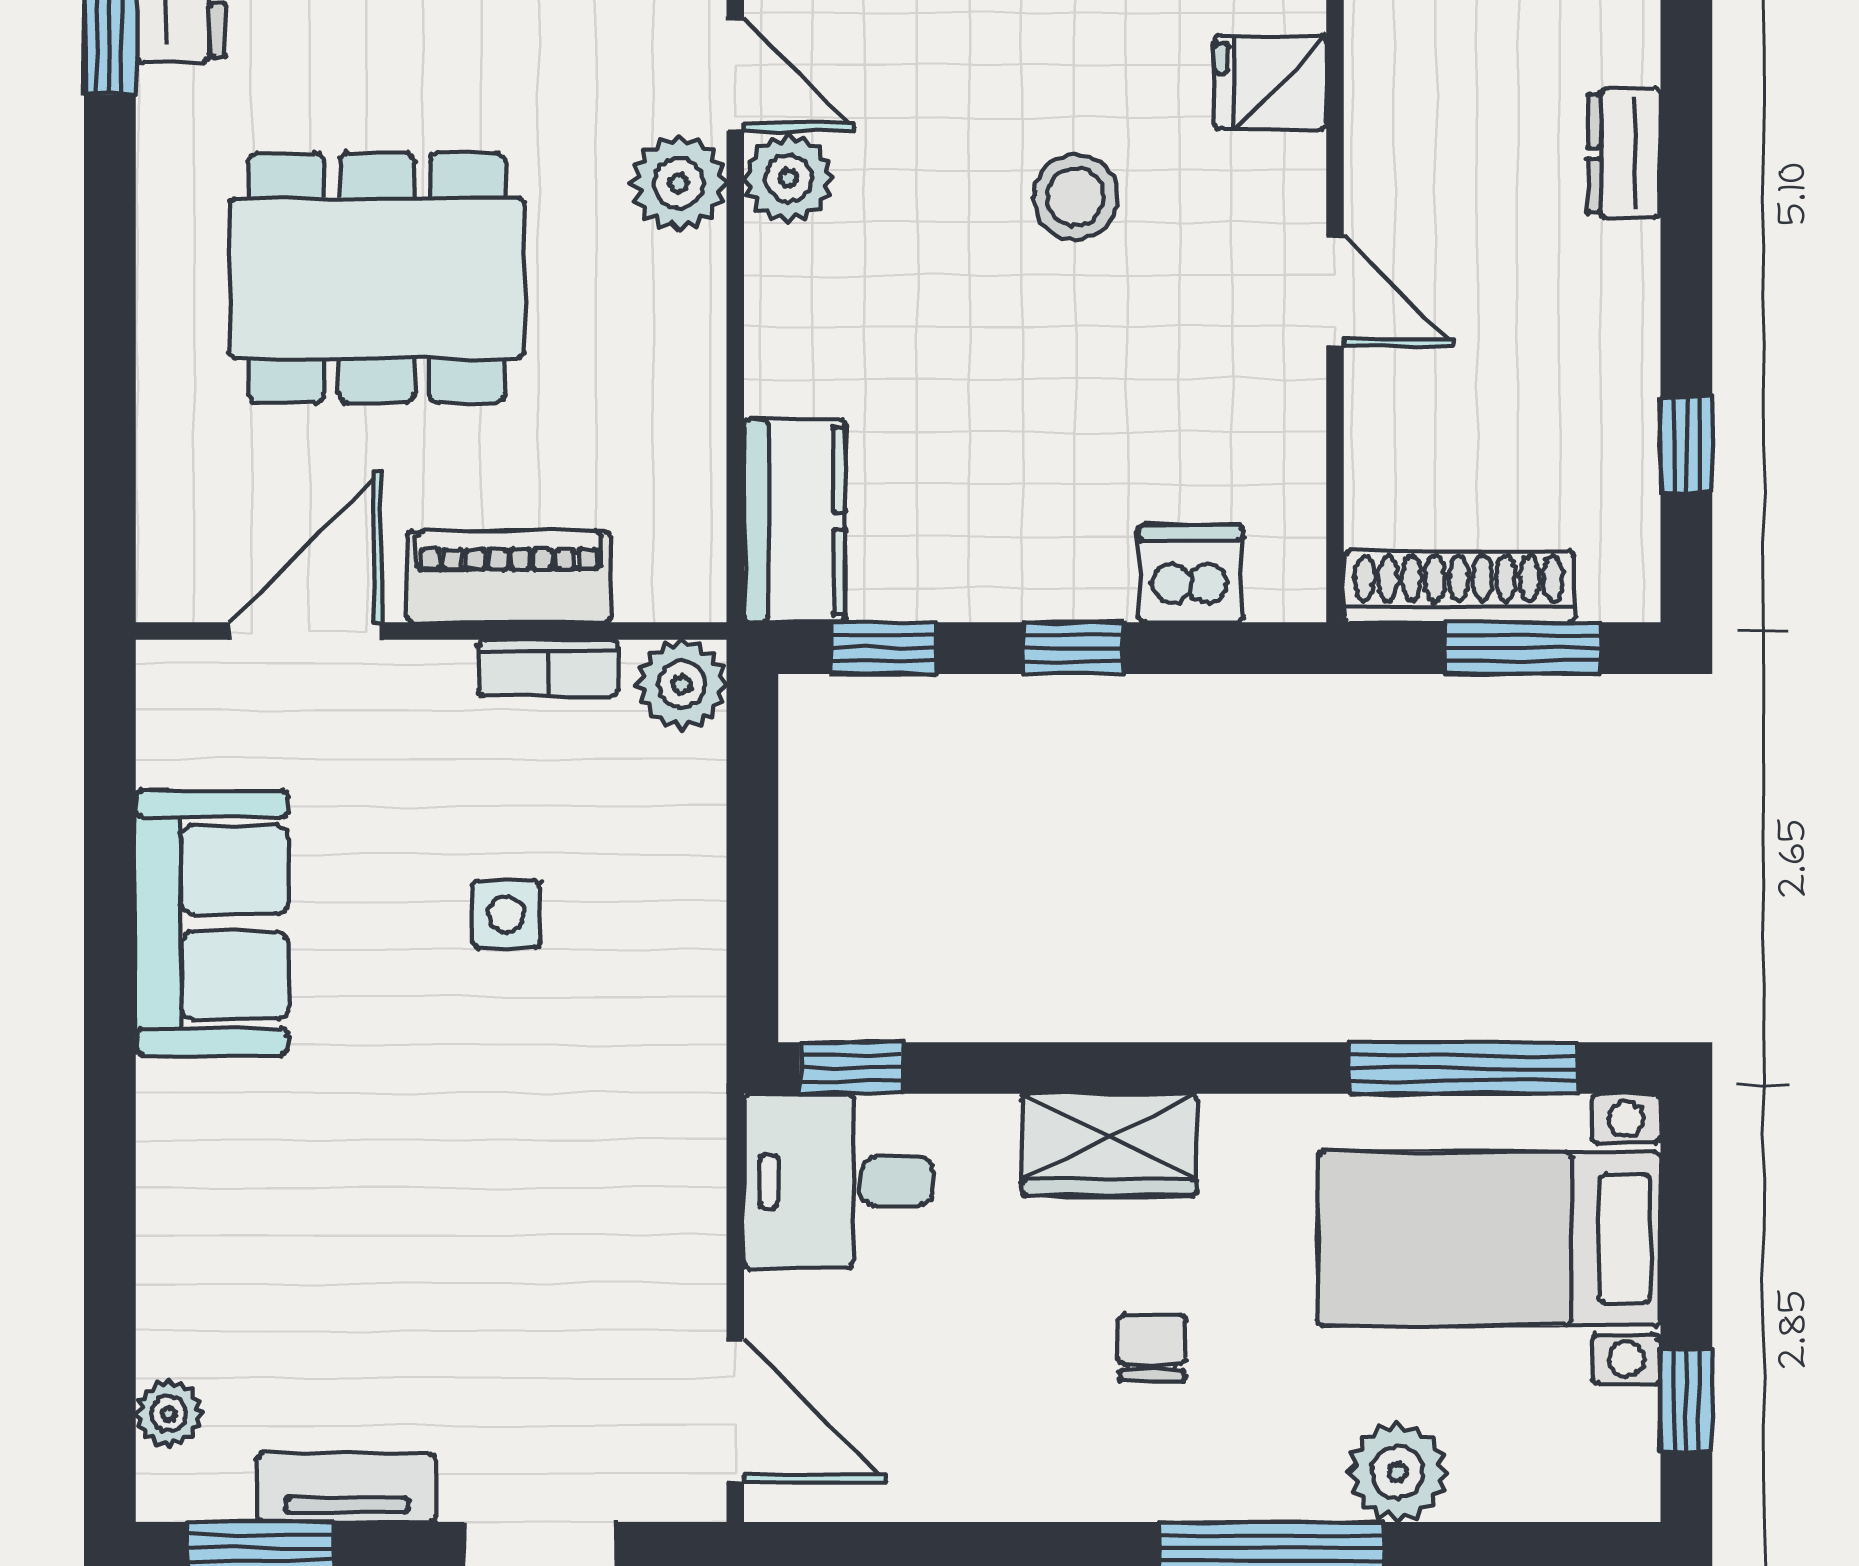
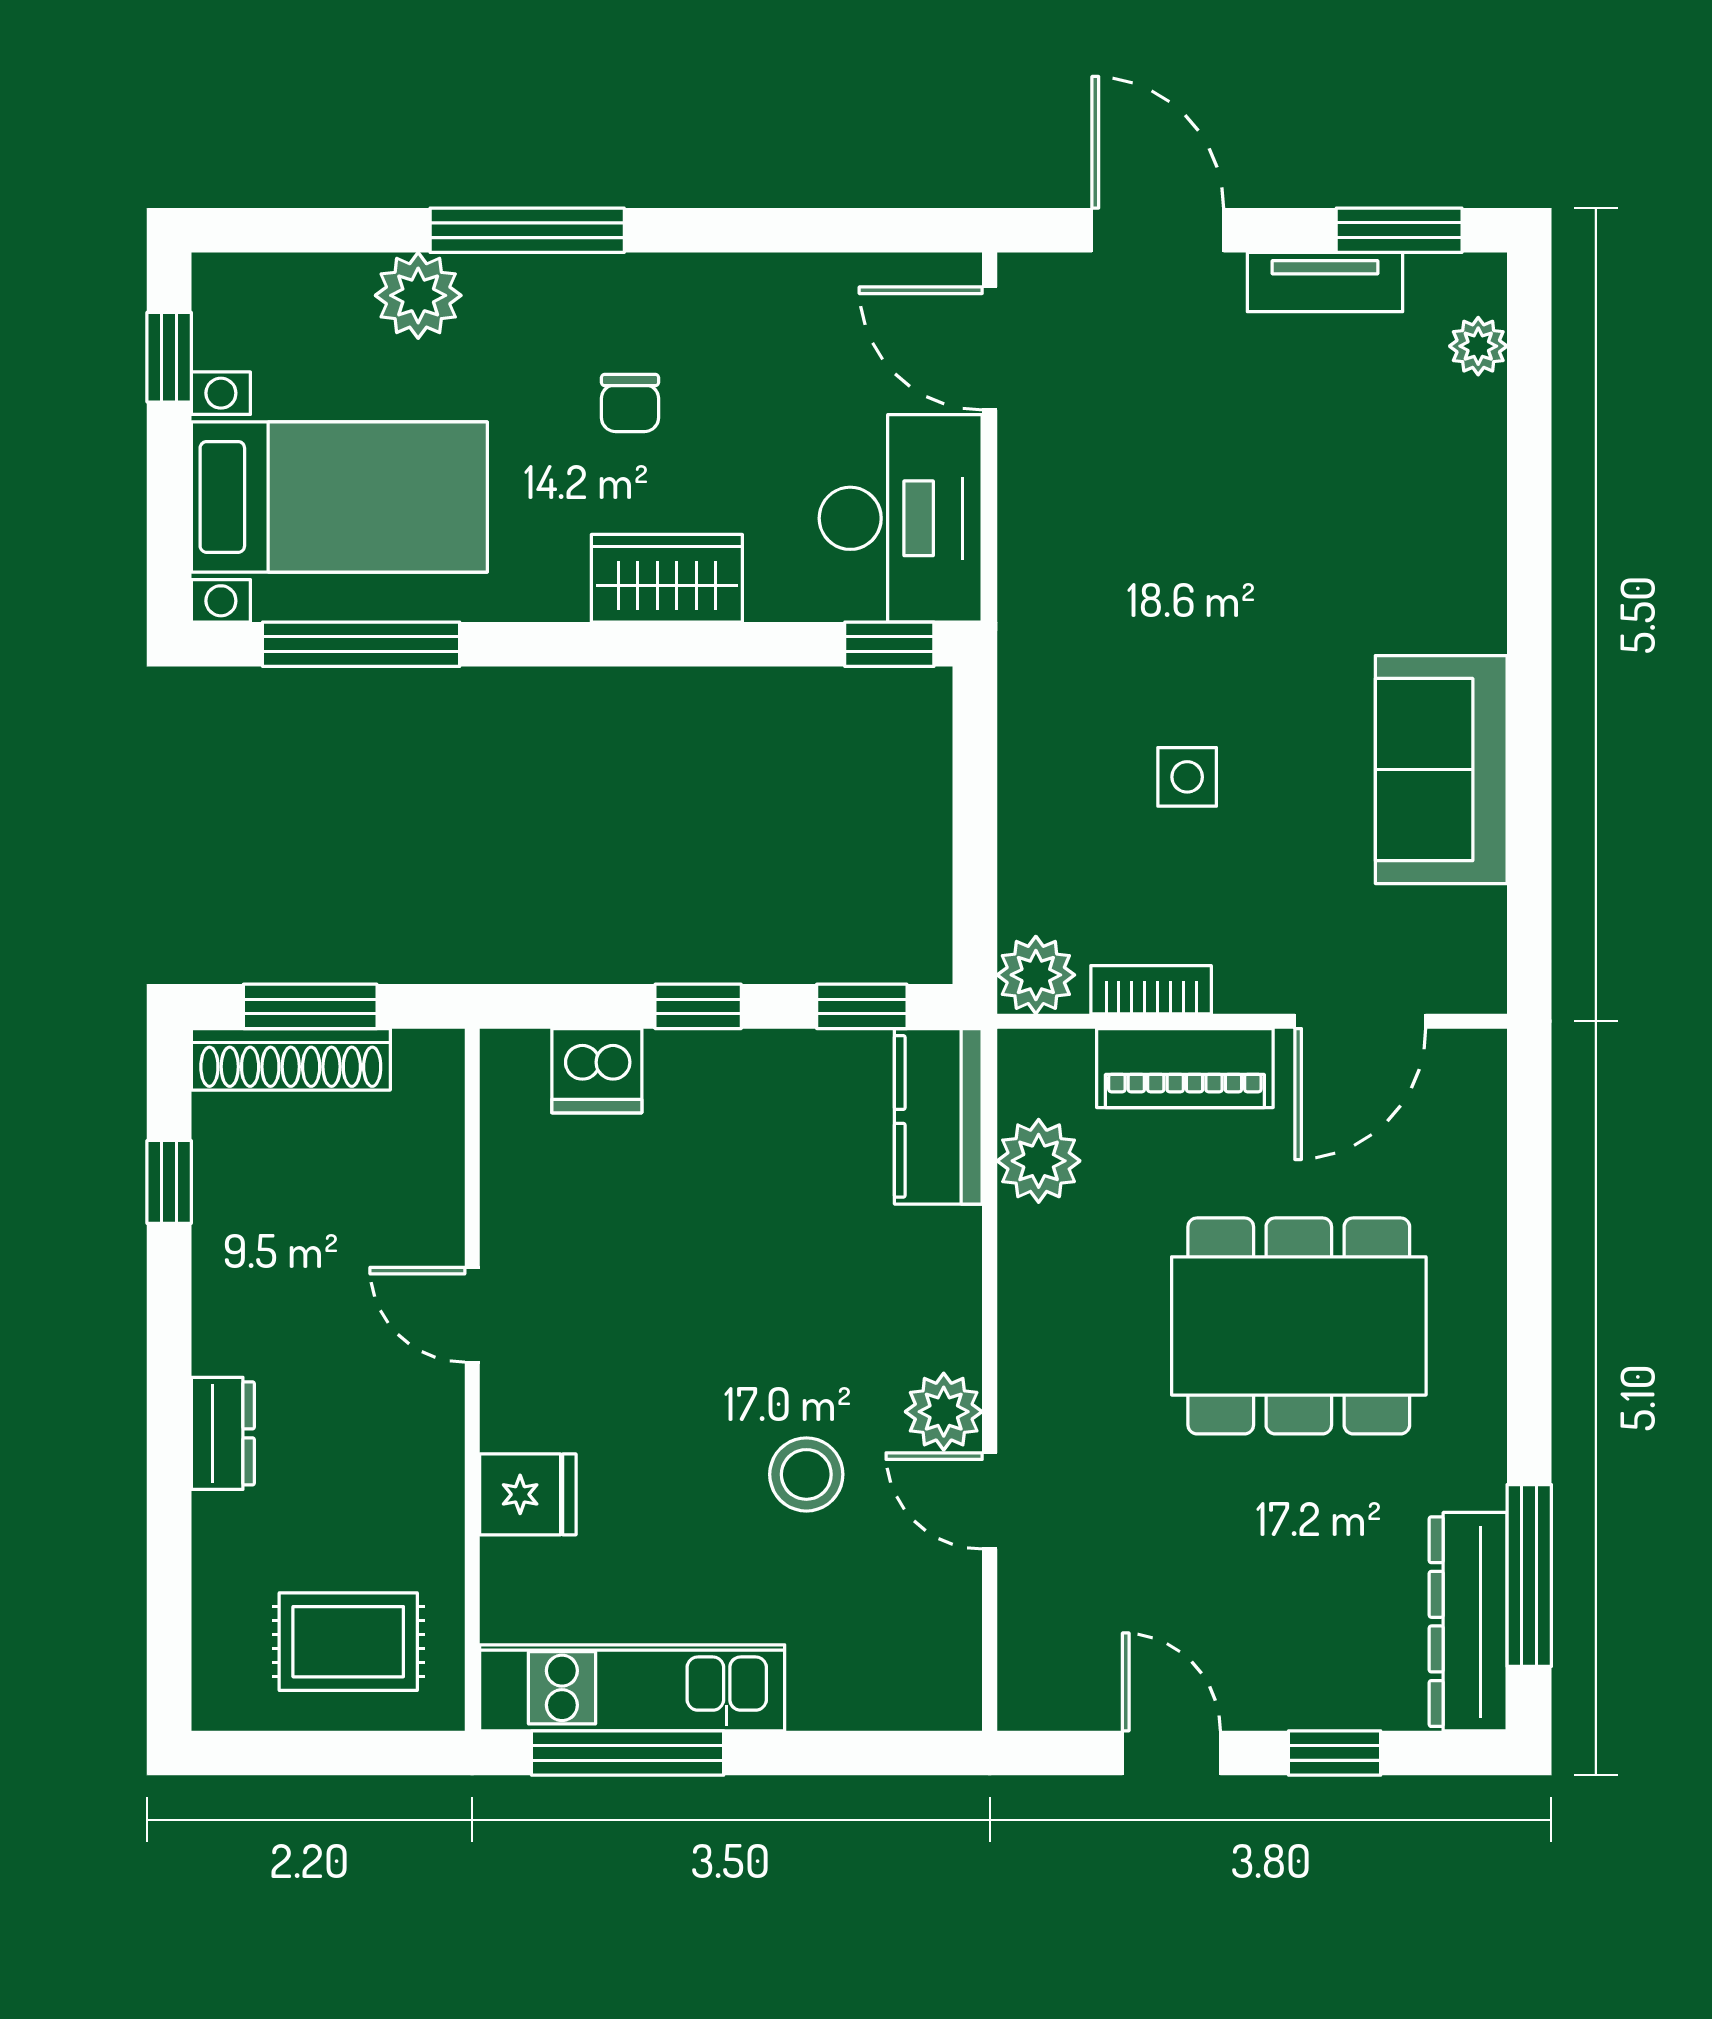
plant: (679, 183) -> (1039, 1161), moved
stool: (1076, 197) -> (806, 1474), moved
shoe rack: (1459, 587) -> (291, 1059), moved
desk: (838, 1181) -> (901, 518), width x1.37

